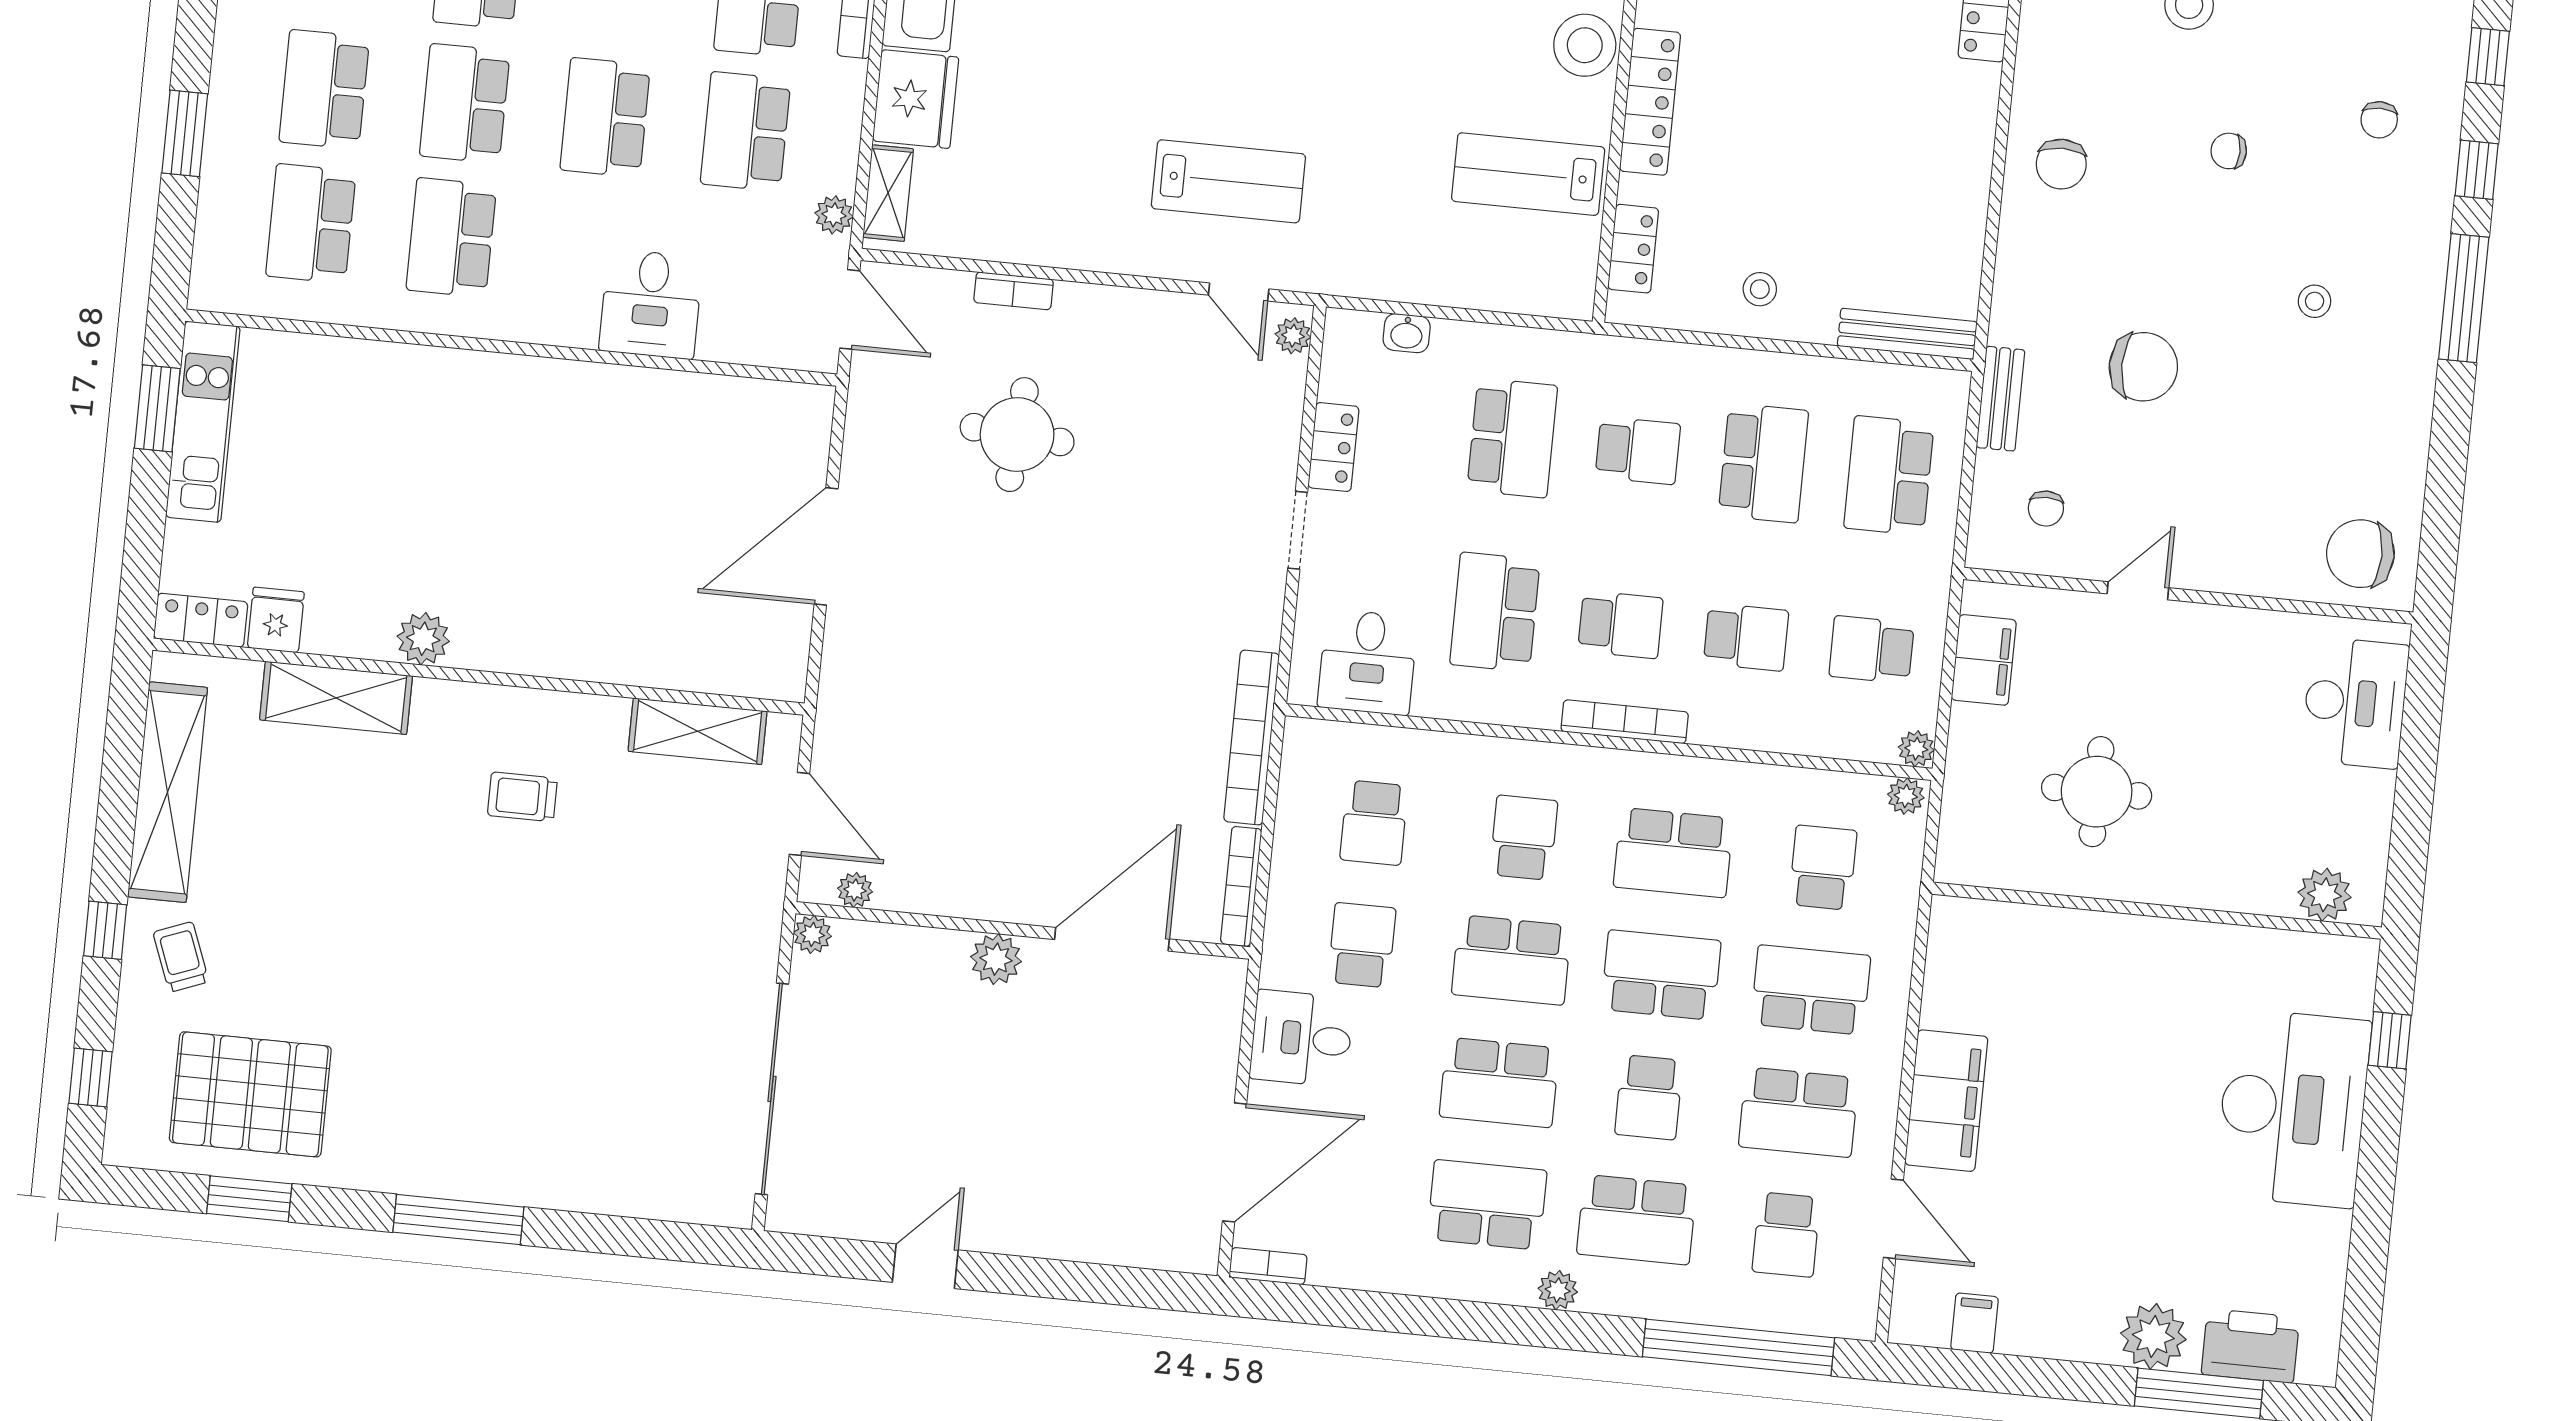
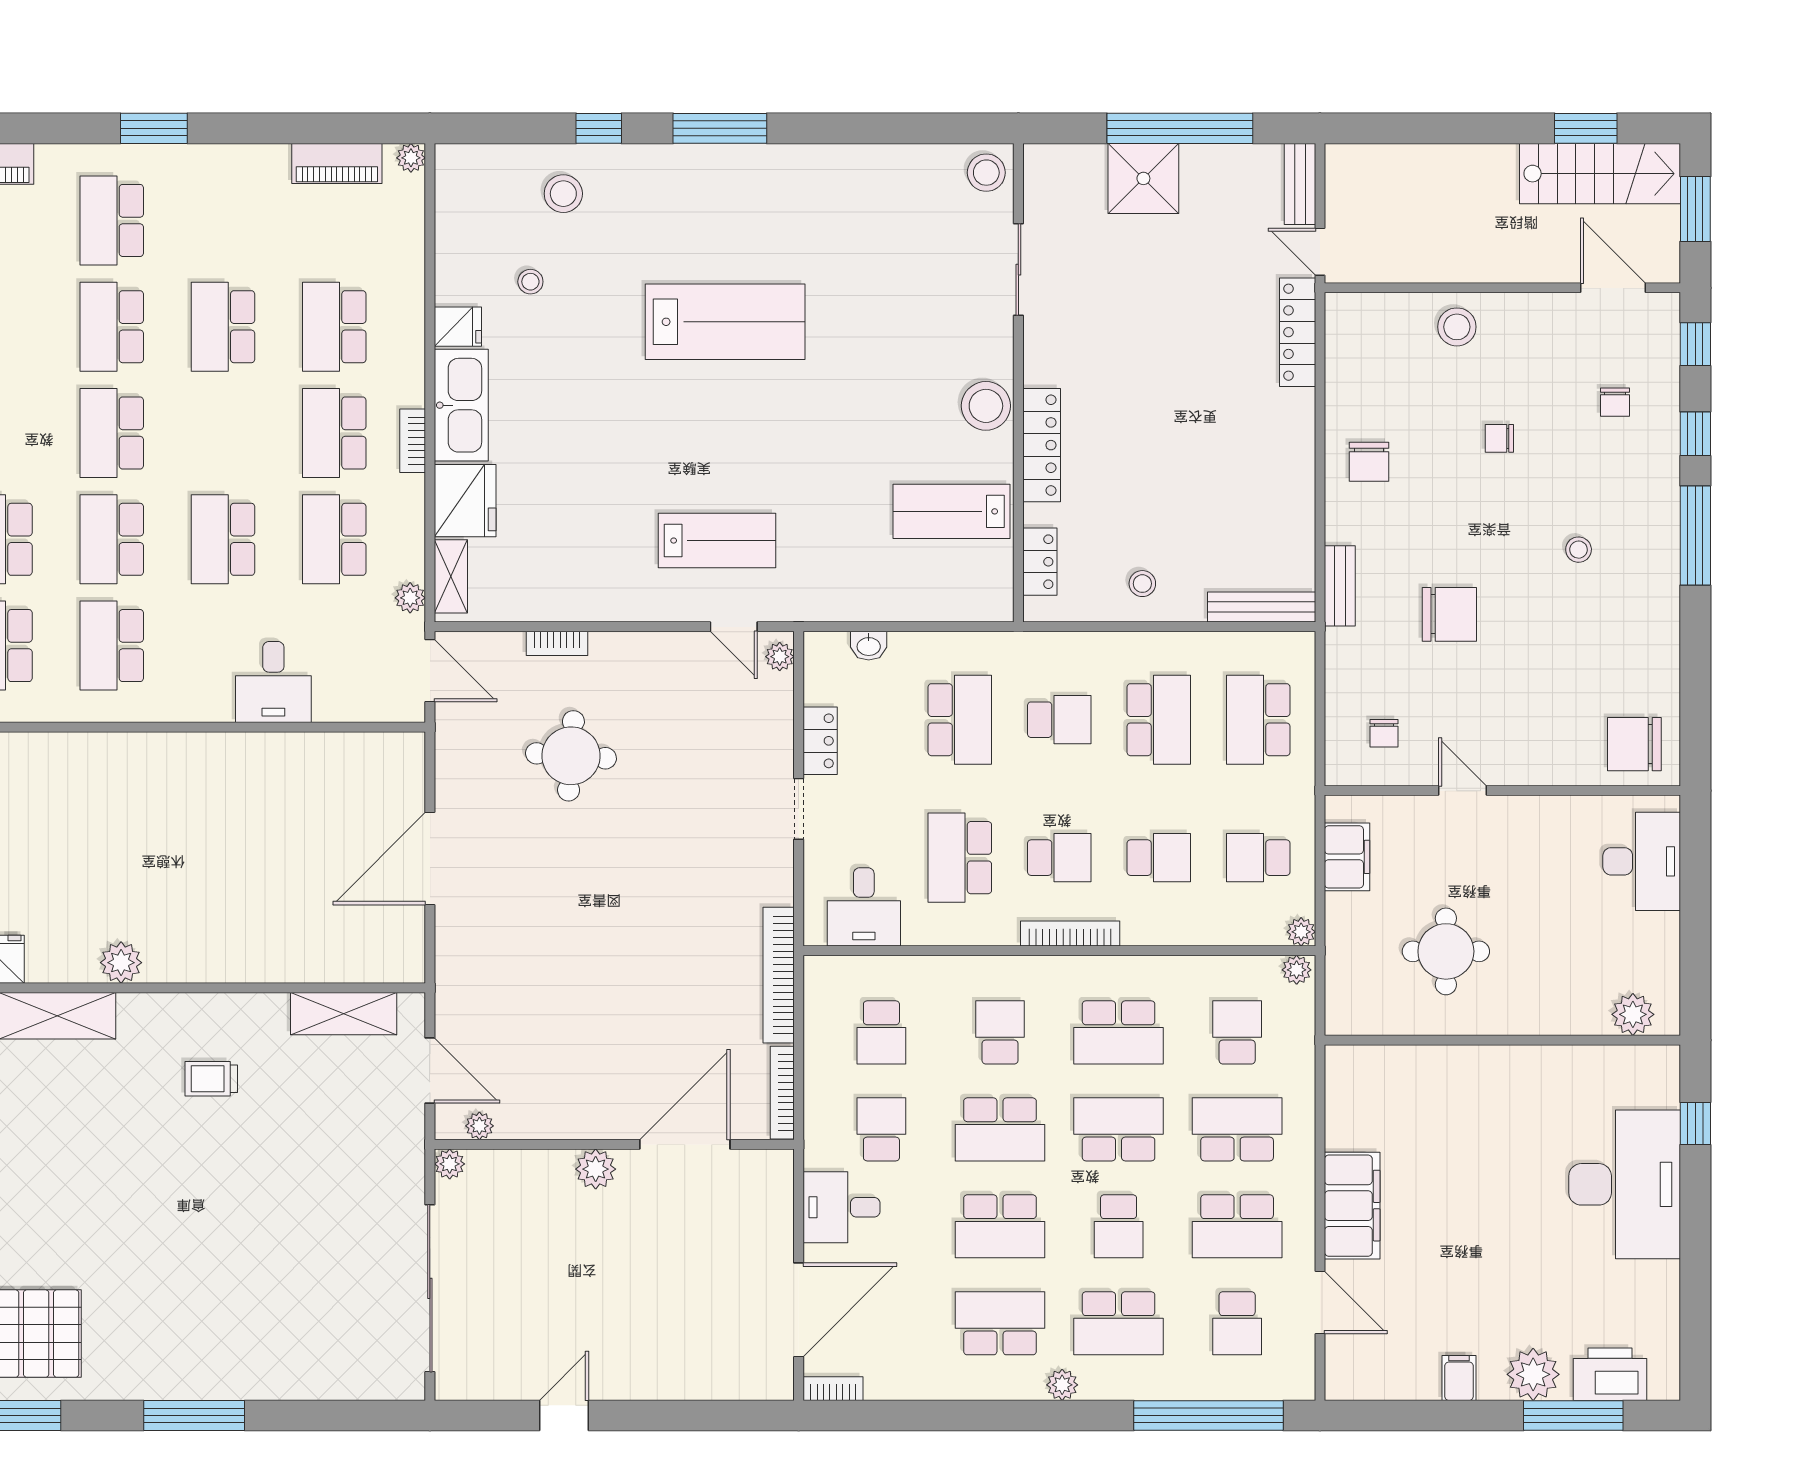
bench: (2001, 399) -> (1340, 586), moved
door: (2138, 591) -> (1463, 791), hinge flipped
filing cabinet: (1975, 1323) -> (1459, 1378), moved

